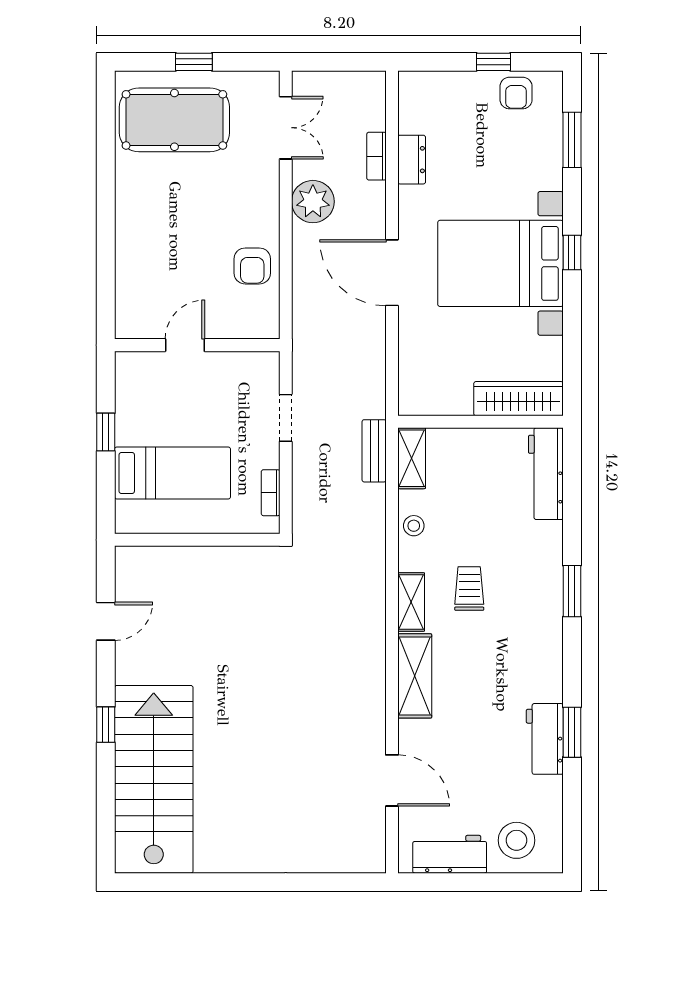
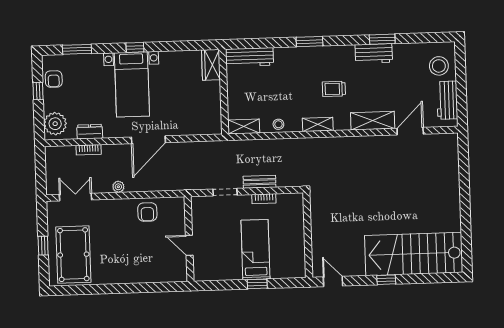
plant: (429, 93) -> (55, 124), added
armchair: (516, 93) -> (54, 79), turned 90
plant: (313, 202) -> (118, 187), width x0.53, depth x0.53
bed with nightstands: (500, 263) -> (132, 84), width x0.73
armchair: (252, 266) -> (147, 212), turned 90
wardrobe: (518, 399) -> (211, 65), width x0.67
window: (106, 432) -> (257, 284), moved
bench: (374, 451) -> (260, 182), moved
wall: (197, 540) -> (308, 235), moved
trolley: (469, 589) -> (334, 89), moved
shelving: (415, 676) -> (373, 121), moved
workbench: (545, 739) -> (374, 54), moved

